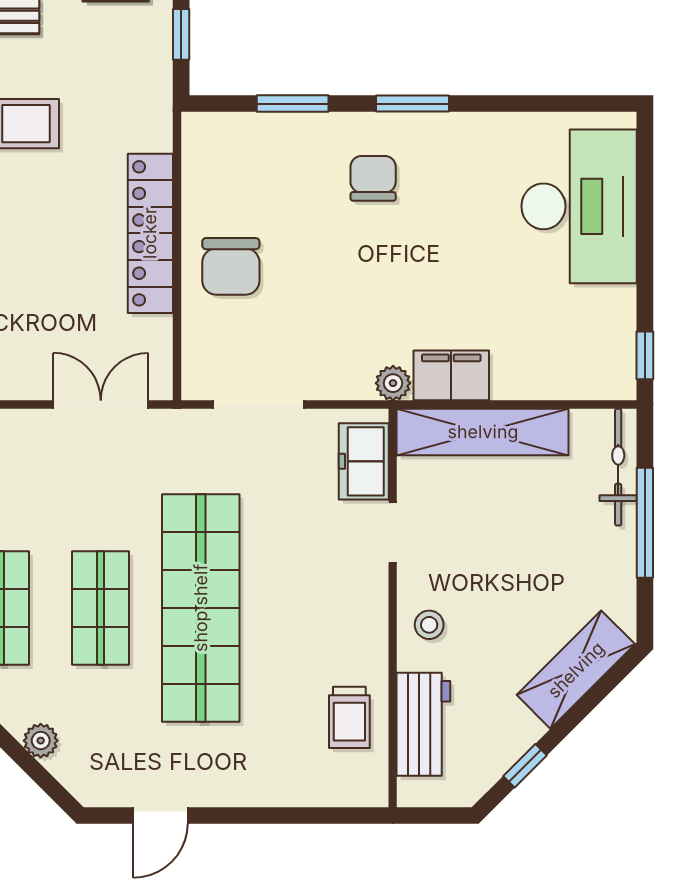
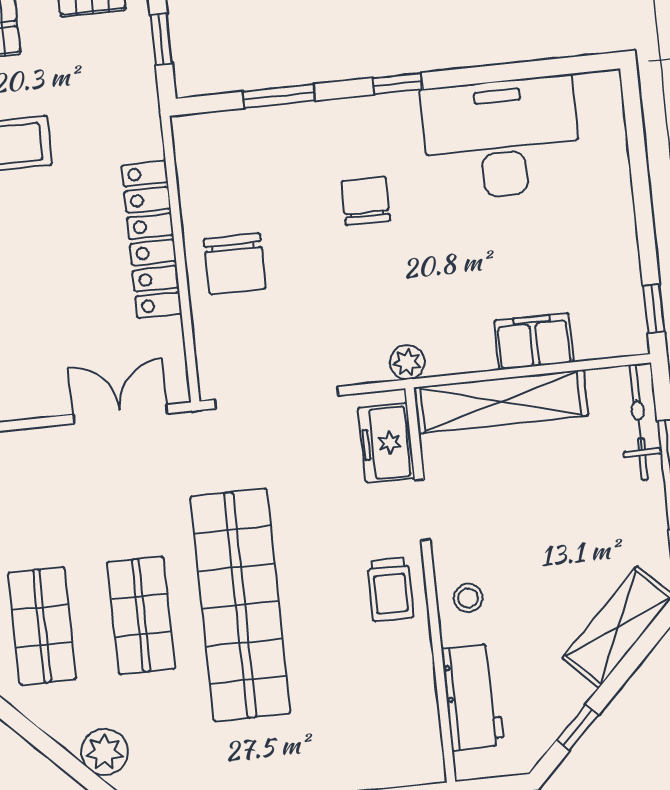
window: (413, 104) -> (397, 84), width x0.67
chair: (373, 178) -> (366, 201), moved
desk: (579, 206) -> (501, 138), moved, turned -90
filing cabinet: (451, 375) -> (534, 341), moved
doorway: (259, 405) -> (277, 398), width x1.36
trolley: (349, 717) -> (390, 589), moved
plant: (41, 741) -> (105, 752), width x1.38, depth x1.38

